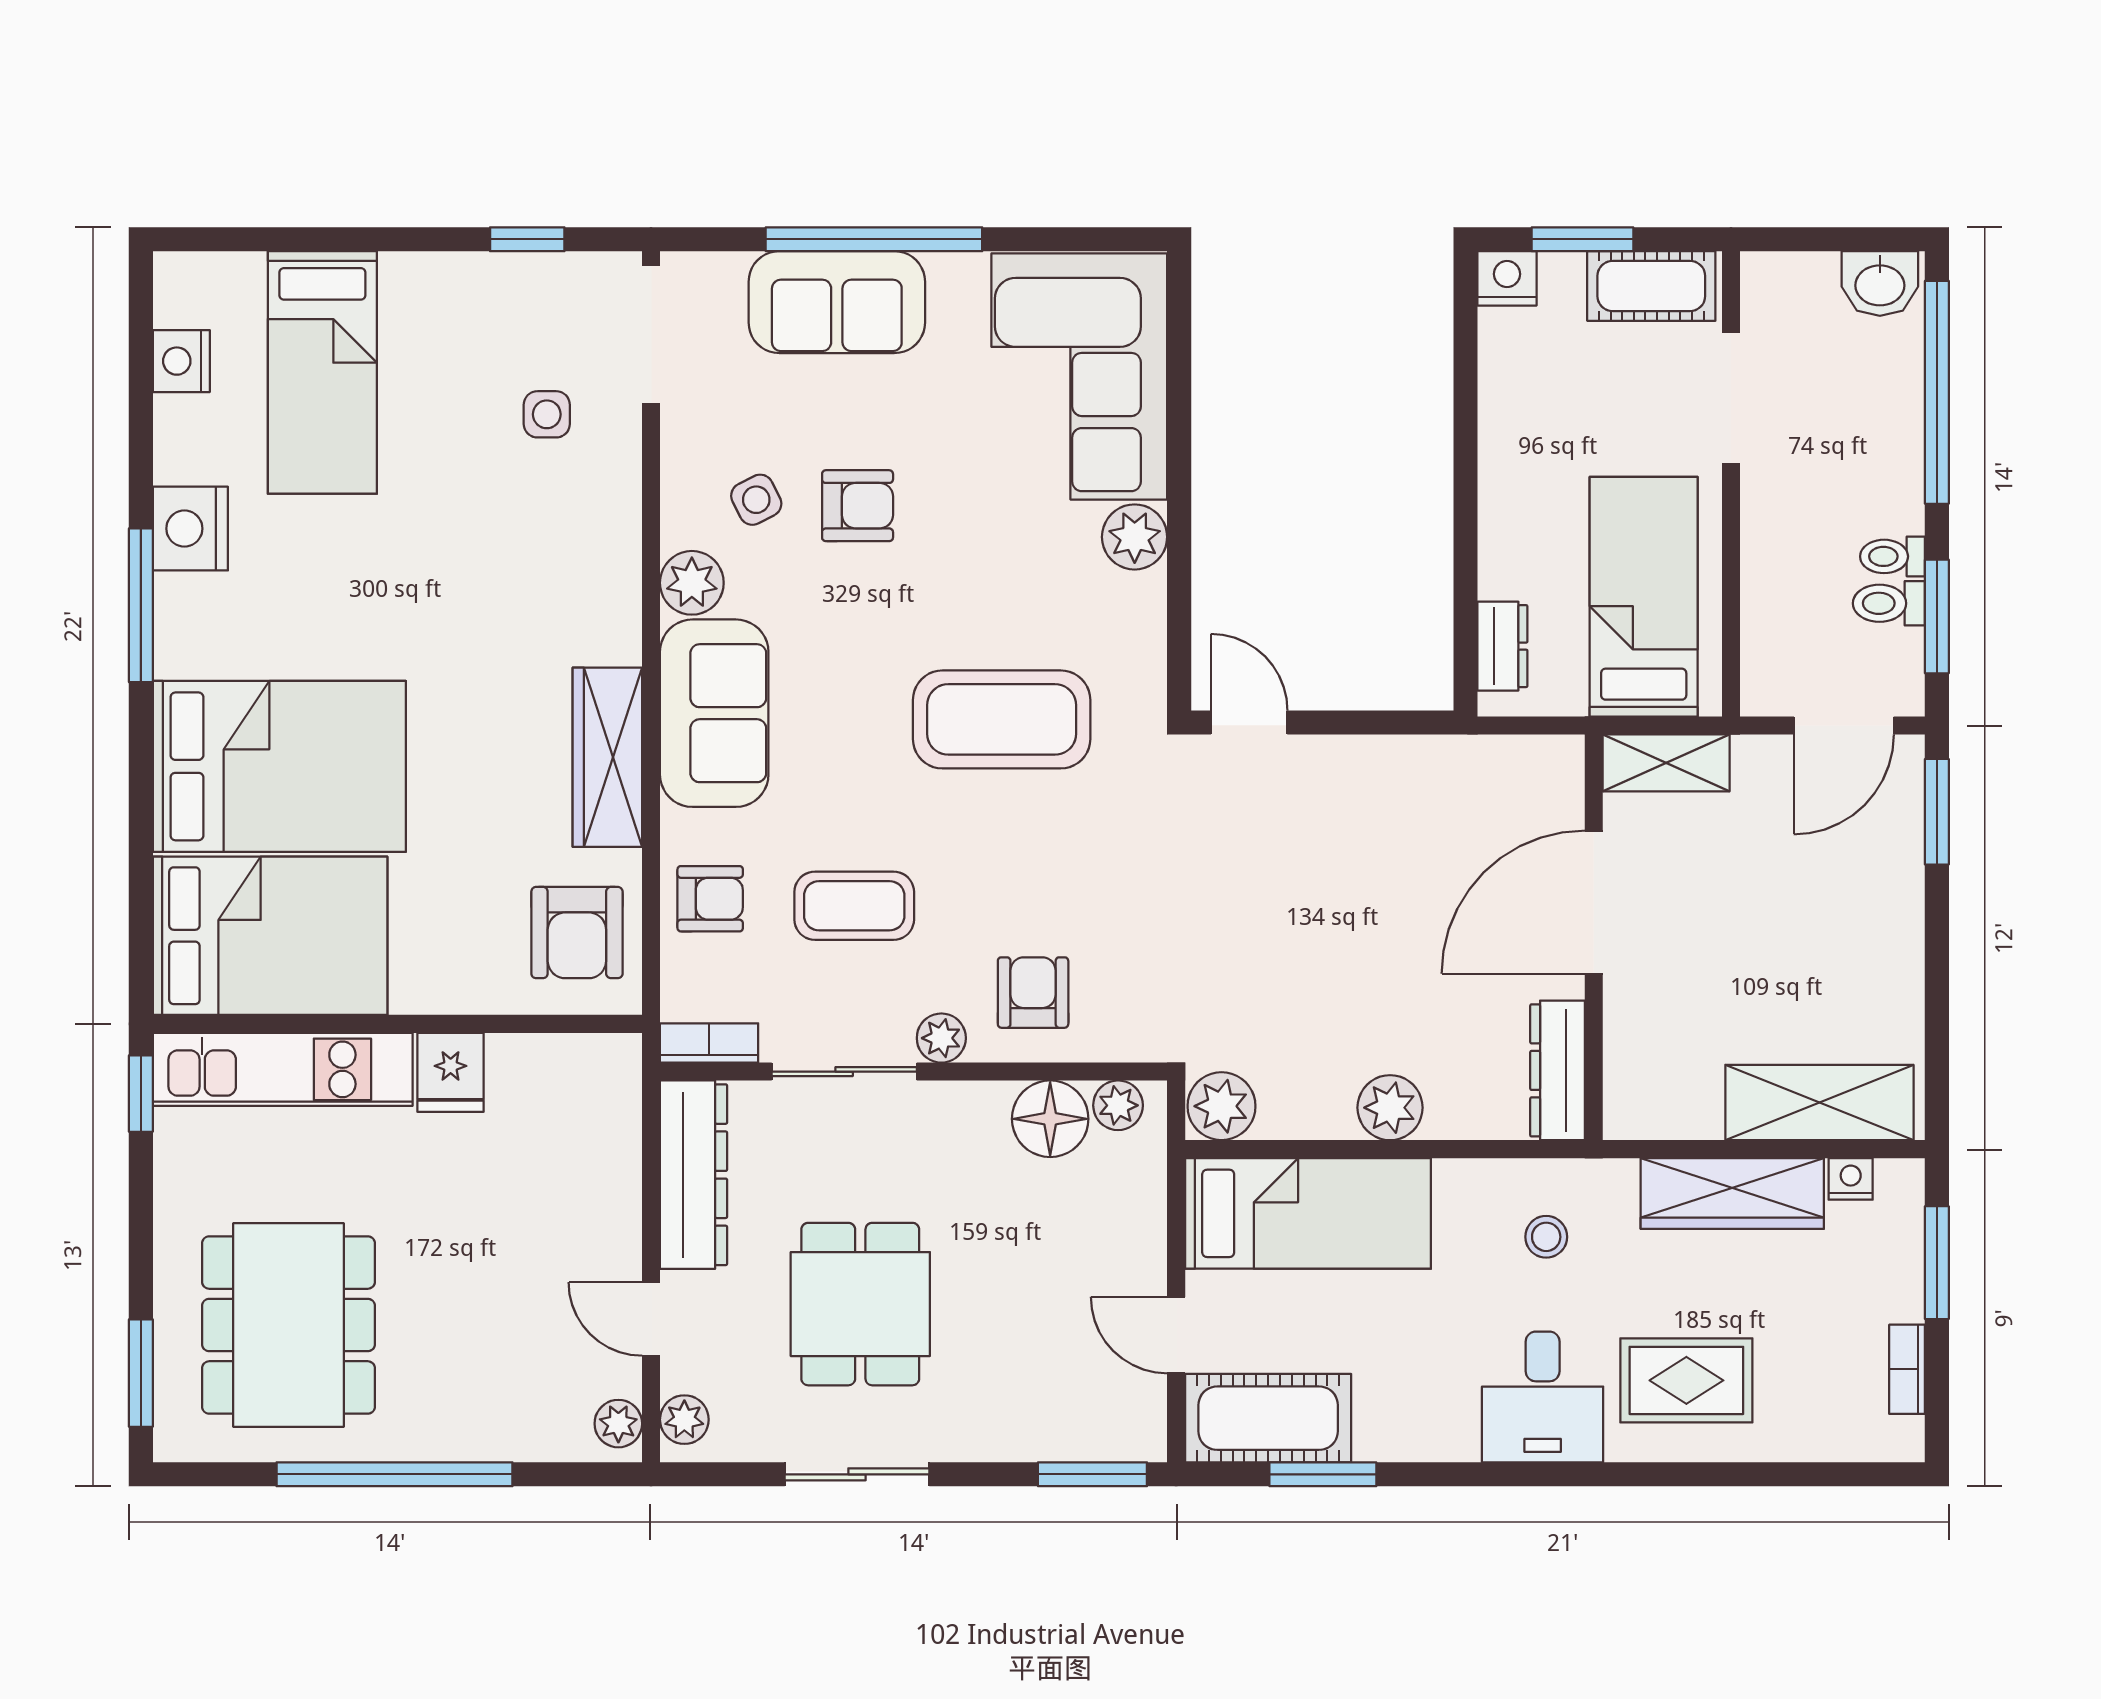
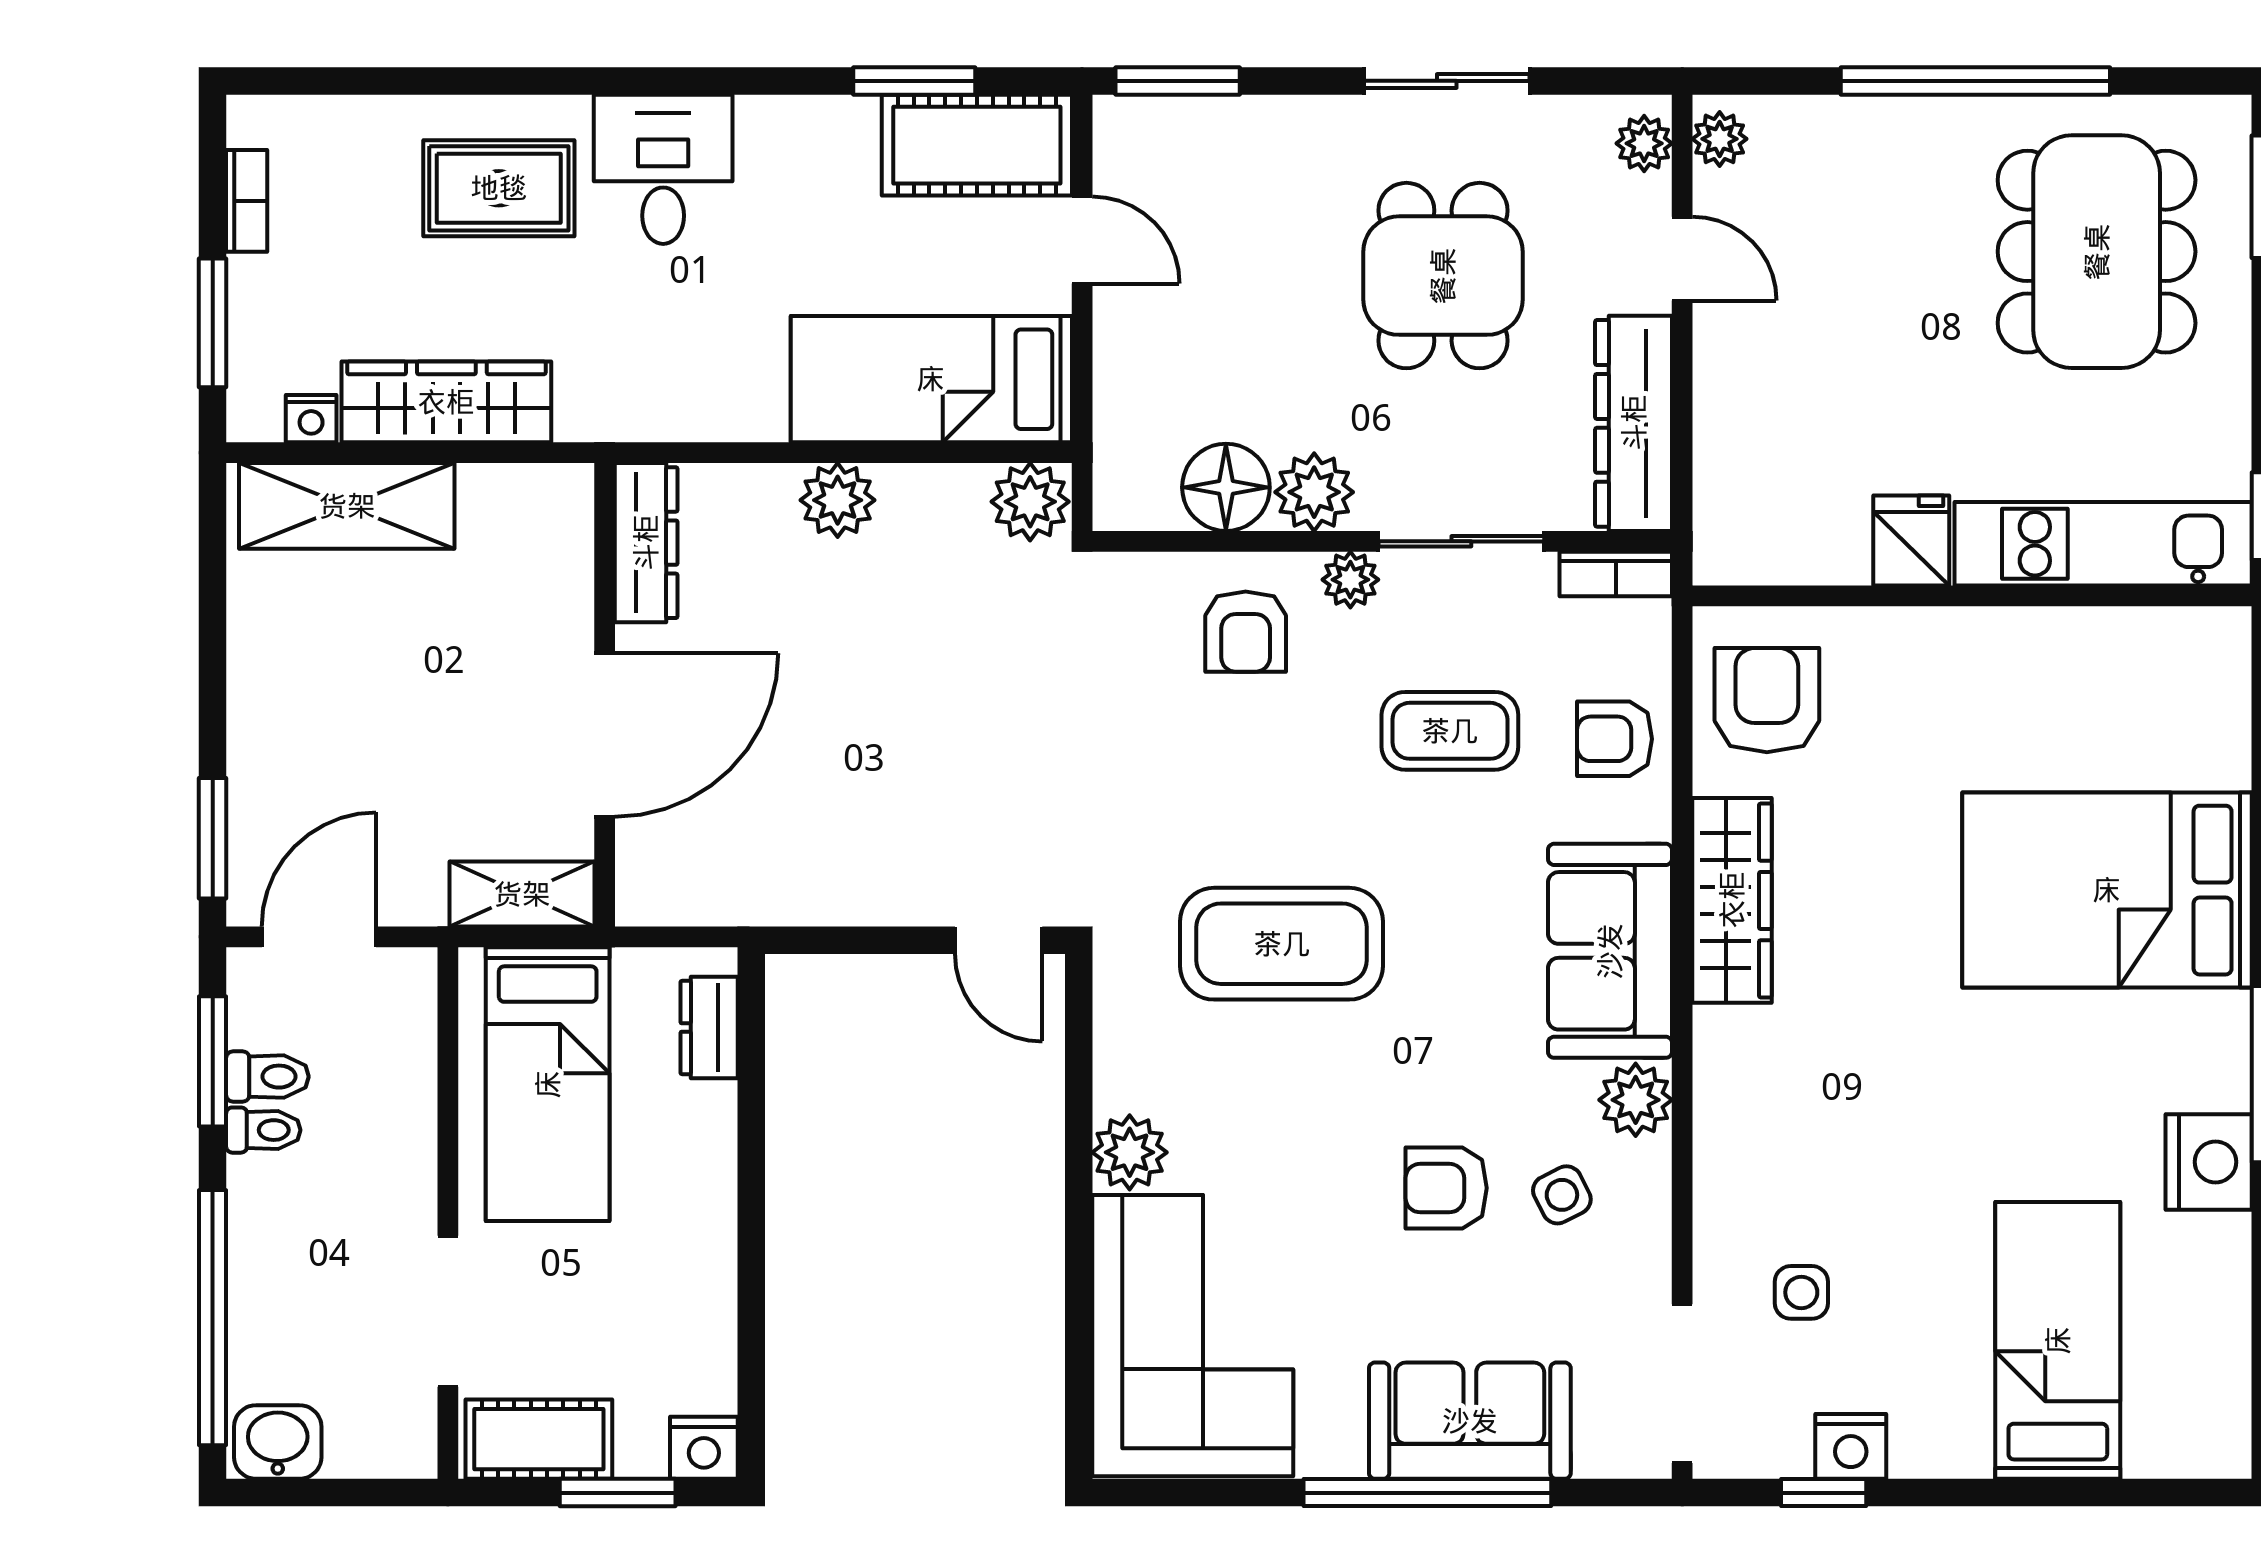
nightstand: (181, 361) -> (1851, 1446), moved, turned 90
bed: (270, 936) -> (2118, 697), removed
plant: (1118, 1105) -> (1314, 492), moved, width x1.38, depth x1.38
stool: (1546, 1237) -> (659, 352), removed

